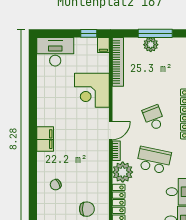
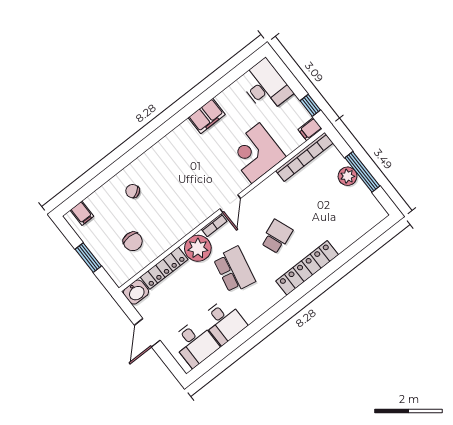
door: (111, 130) -> (230, 204), hinge flipped
filing cabinet: (45, 139) -> (207, 116), moved

